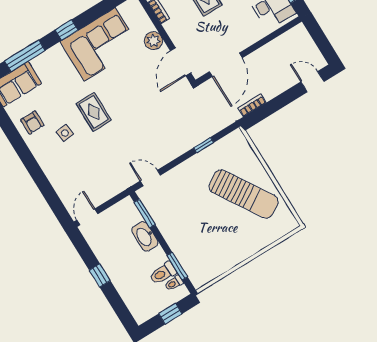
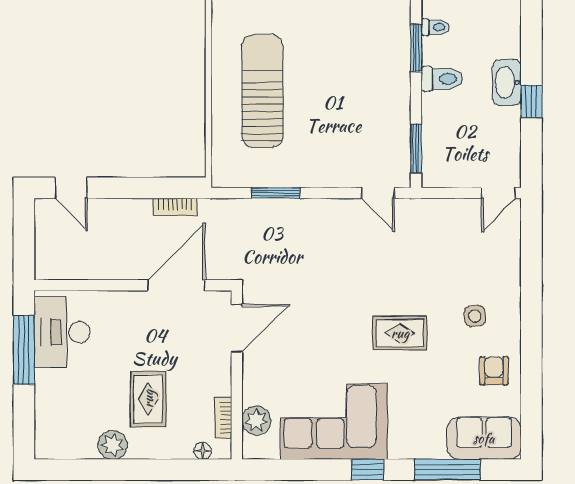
plant: (153, 41) -> (256, 420), moved
rug: (94, 112) -> (400, 333), turned 90
side table: (65, 133) -> (475, 316), moved
window: (204, 145) -> (276, 193), width x1.50
sun lounger: (244, 194) -> (262, 91), turned 32
washbasin: (145, 236) -> (507, 82), moved, turned 180
toilet: (163, 273) -> (442, 79), moved

